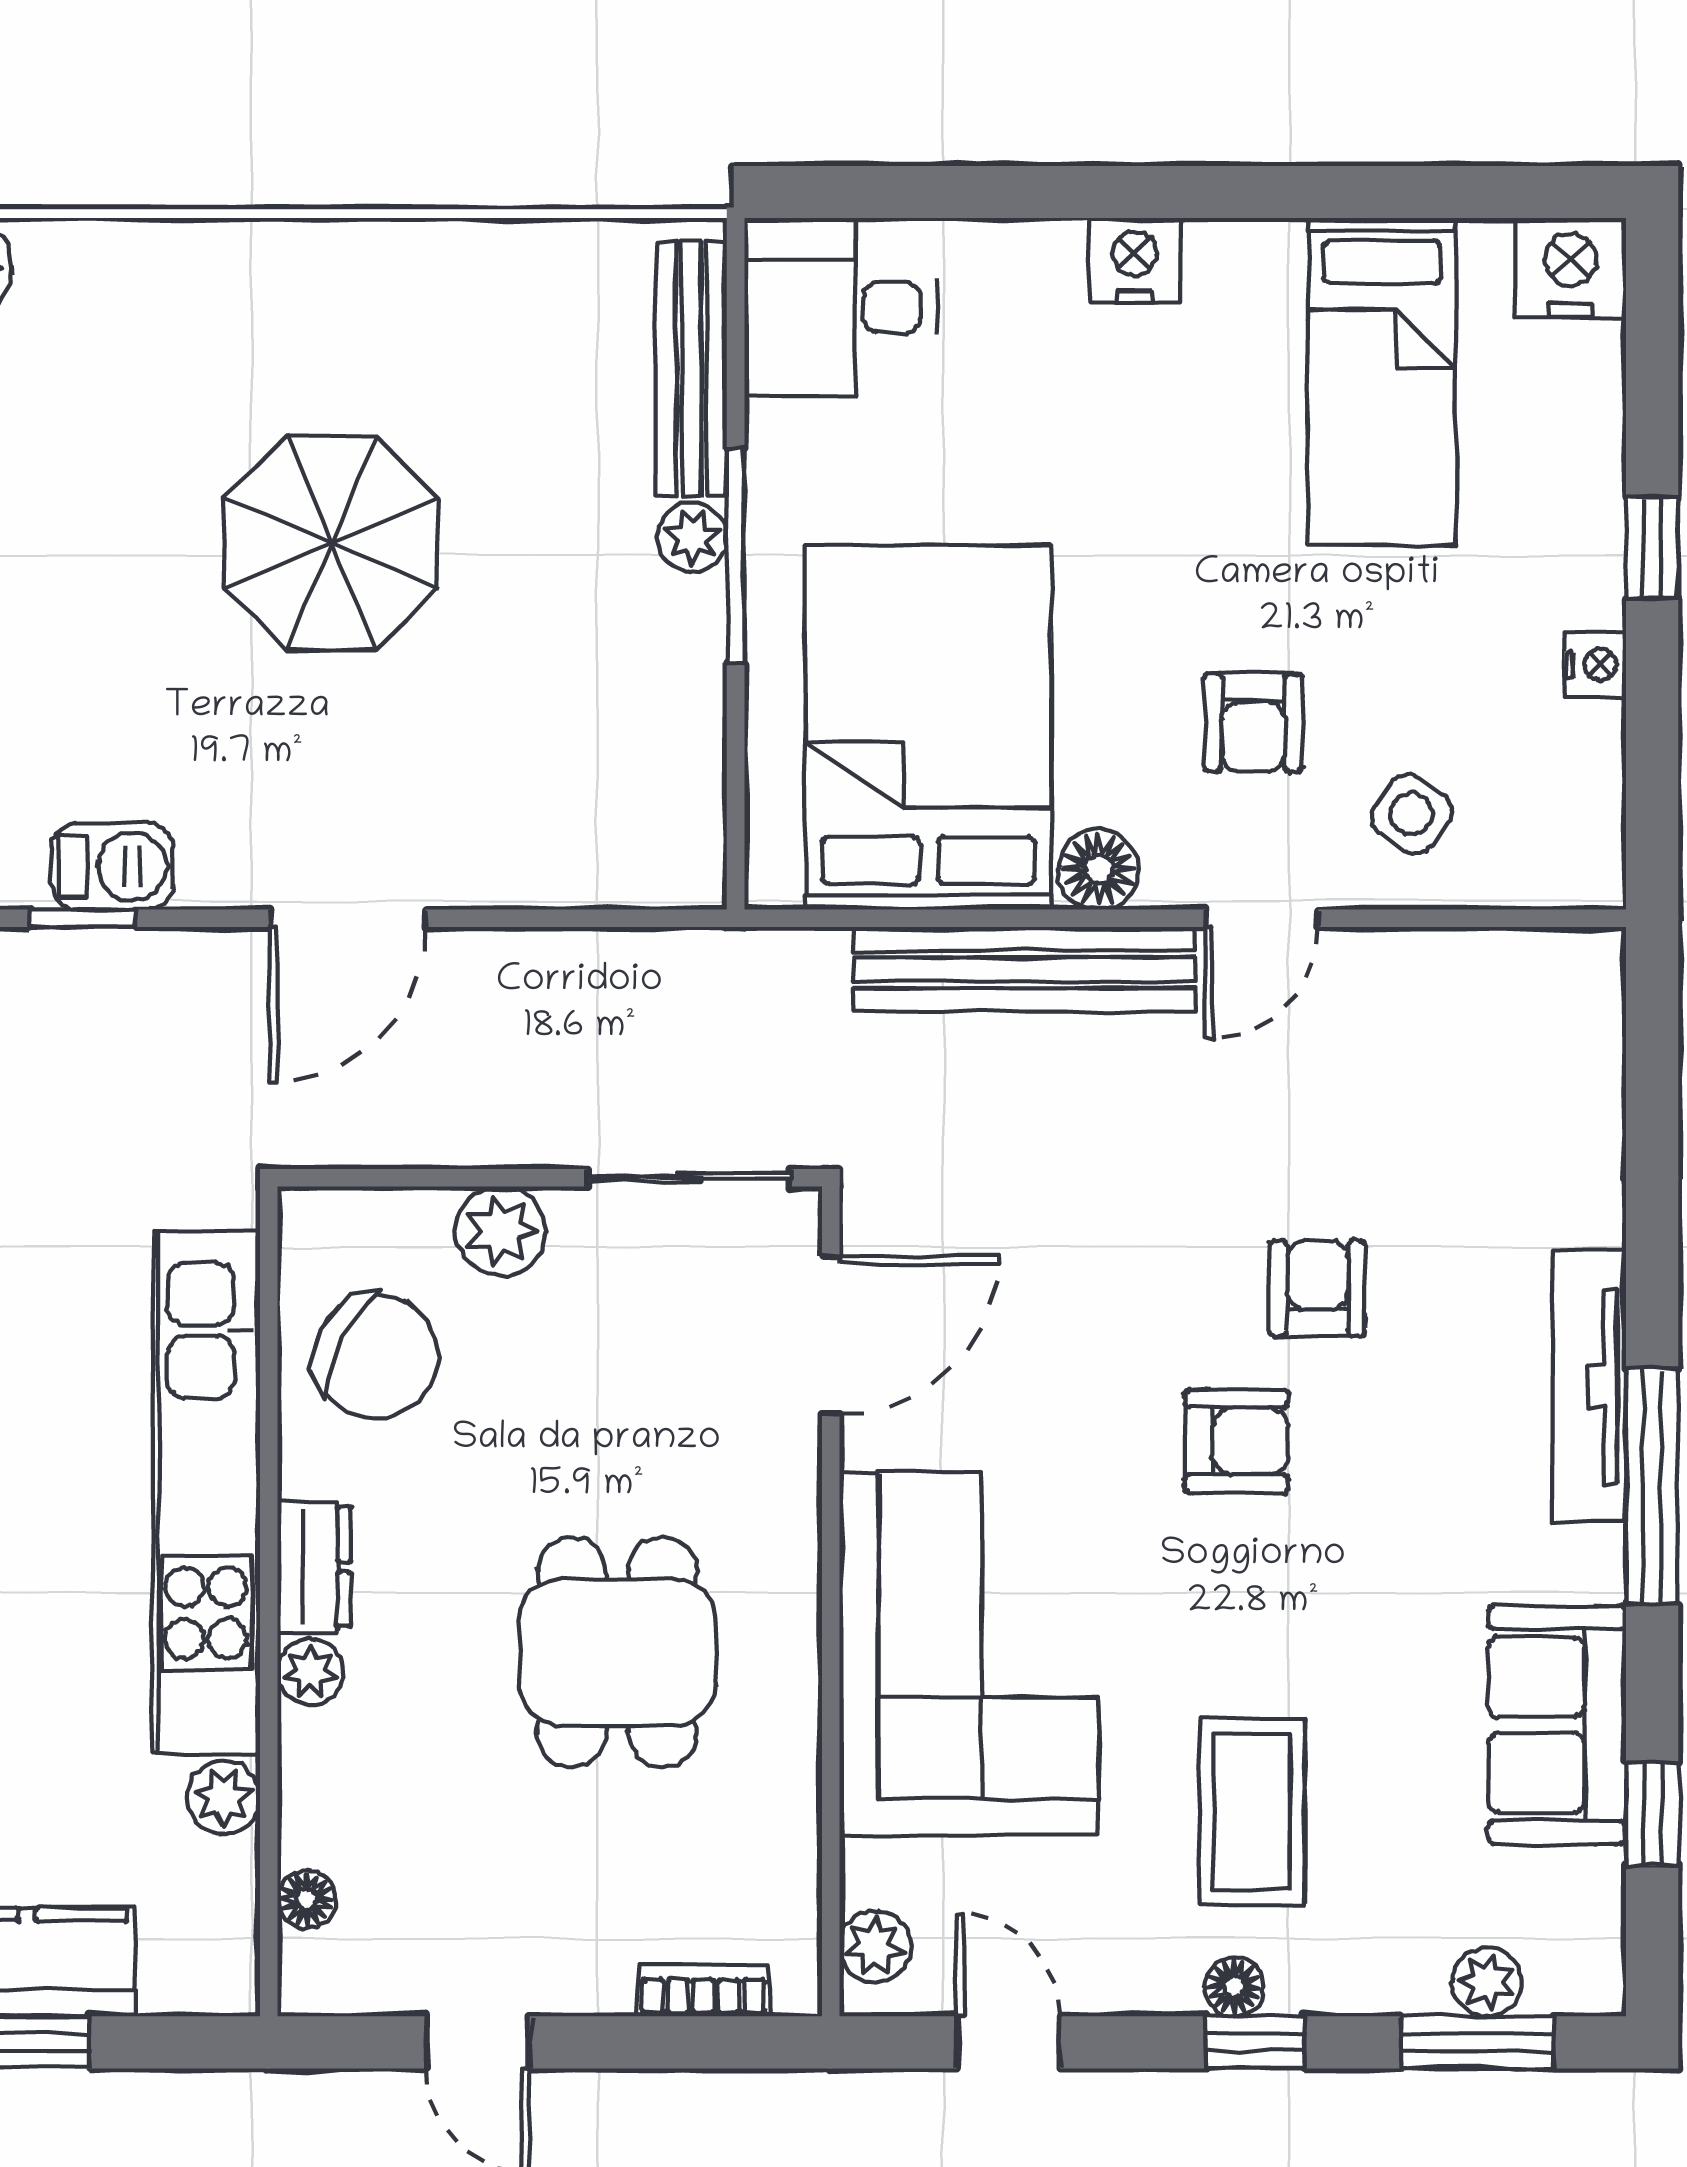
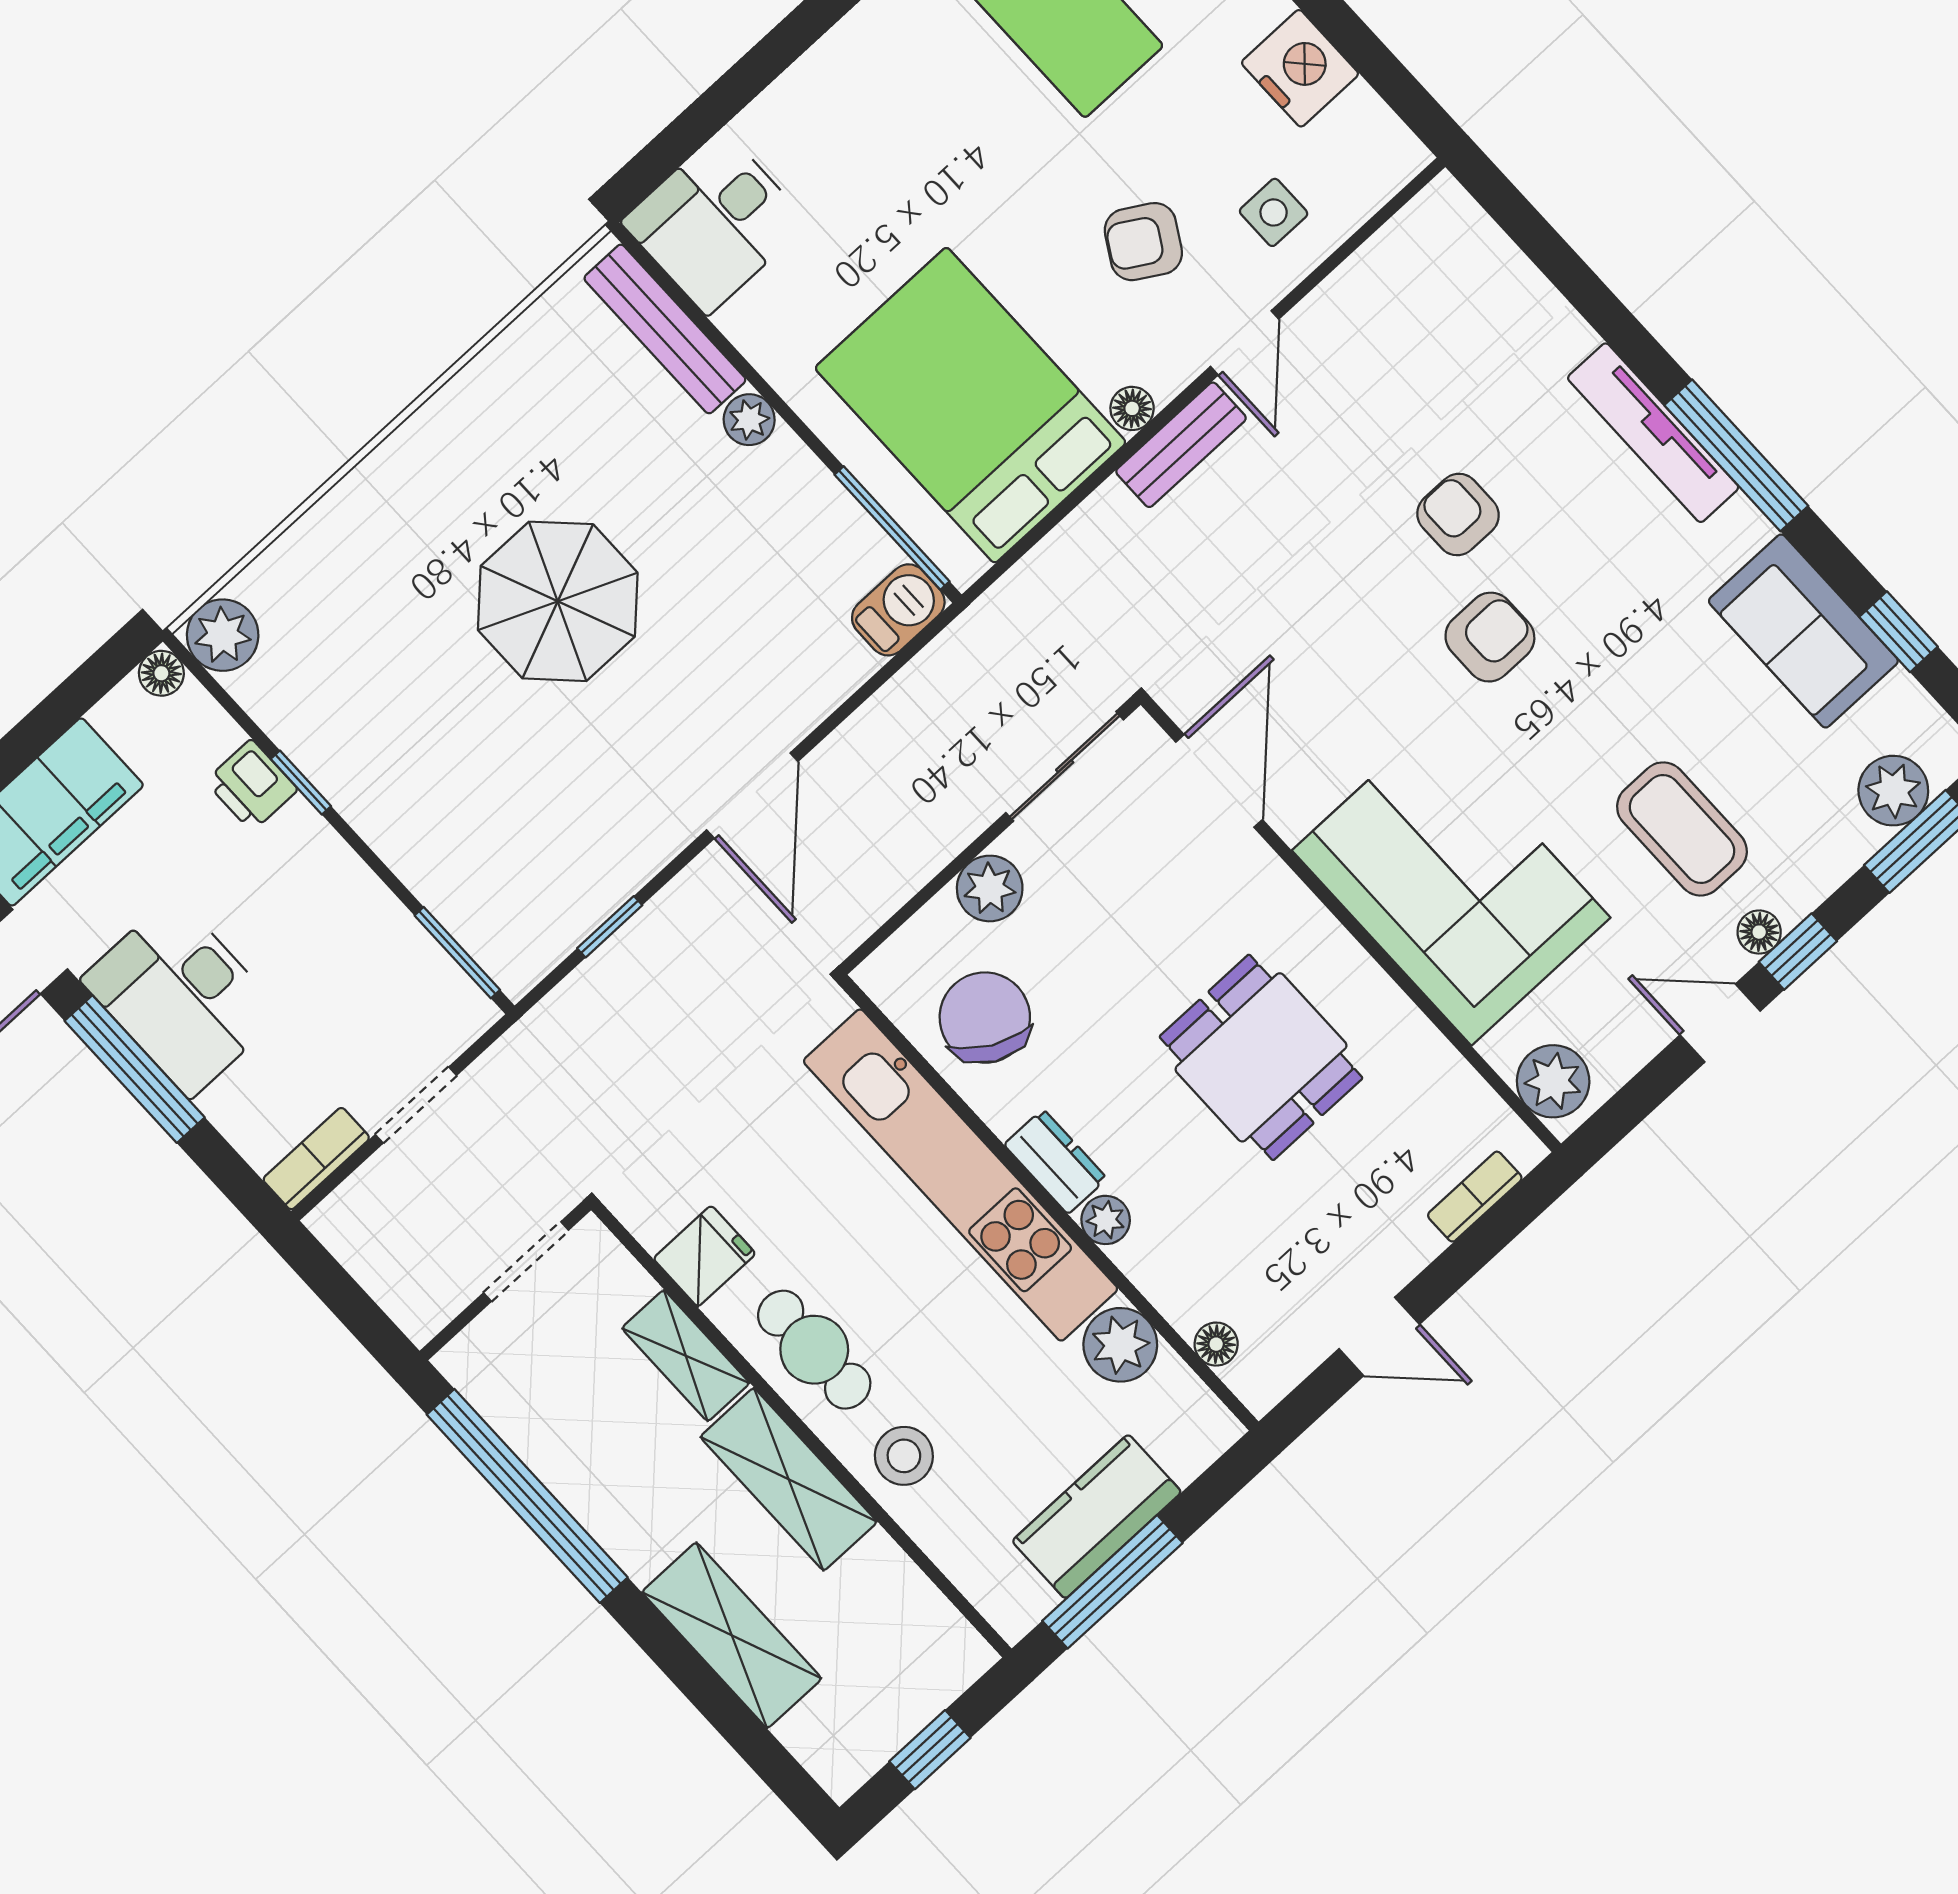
nightstand: (1135, 260) -> (850, 51), removed
window: (736, 556) -> (892, 528), moved
nightstand: (1596, 664) -> (1300, 68), width x1.89, depth x1.79
armchair: (1253, 723) -> (1143, 242), turned 121
side table: (1411, 814) -> (1274, 212), turned -35
barbecue: (113, 867) -> (898, 610), moved
floor lamp: (1099, 869) -> (1132, 408), width x0.73, depth x0.73
bench: (1024, 969) -> (1181, 445), width x0.54, depth x0.82
chair: (376, 1357) -> (985, 1018), turned -90
plant: (223, 1797) -> (1120, 1345), width x1.38, depth x1.38
plant: (875, 1946) -> (1553, 1081), width x1.38, depth x1.38
plant: (1487, 1982) -> (1893, 791), width x1.38, depth x1.38
door: (1008, 2042) -> (1720, 1023), moved

